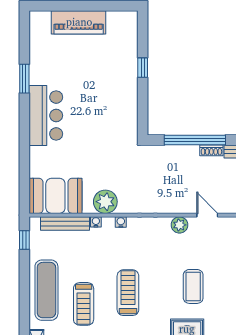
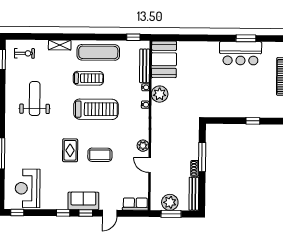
bar counter: (46, 116) -> (241, 53), moved
window: (195, 140) -> (202, 157), width x0.68
door: (207, 215) -> (150, 165), swing flipped
treadmill: (128, 293) -> (96, 109), width x1.37, depth x1.38
treadmill: (84, 304) -> (88, 78), turned 180

